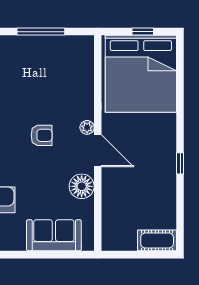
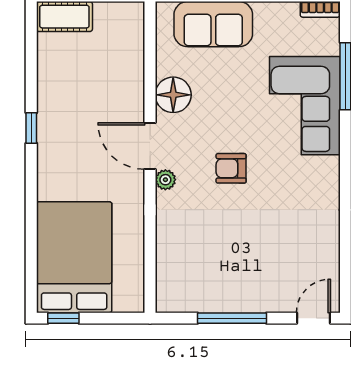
window: (143, 32) -> (63, 318), moved
bed: (141, 74) -> (74, 257), width x0.73

